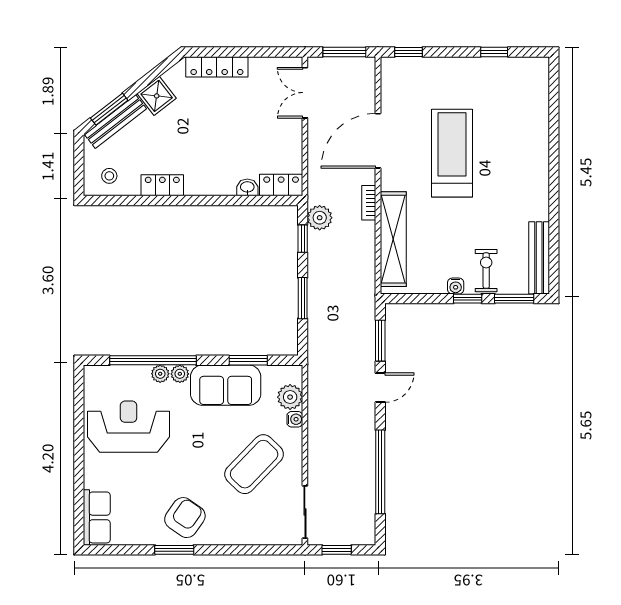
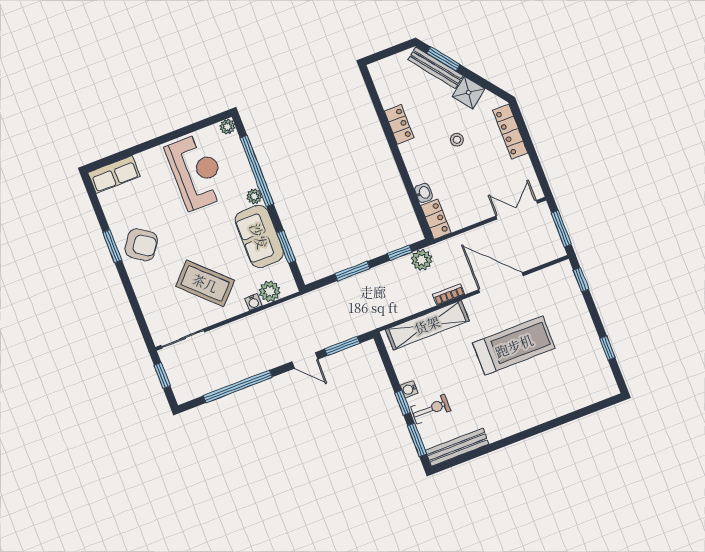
stool: (109, 176) -> (457, 140), moved
plant: (160, 374) -> (227, 127), moved

